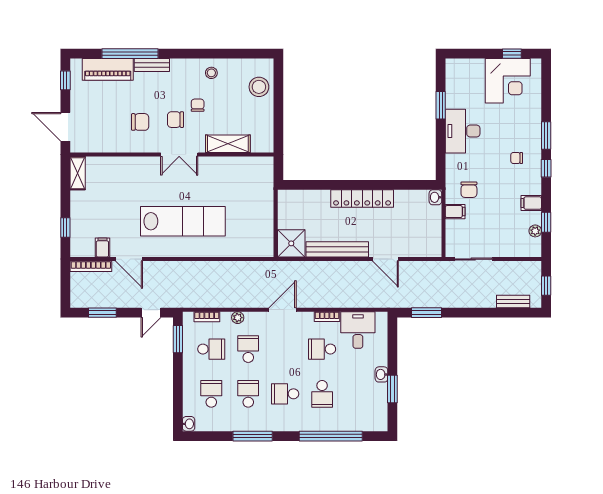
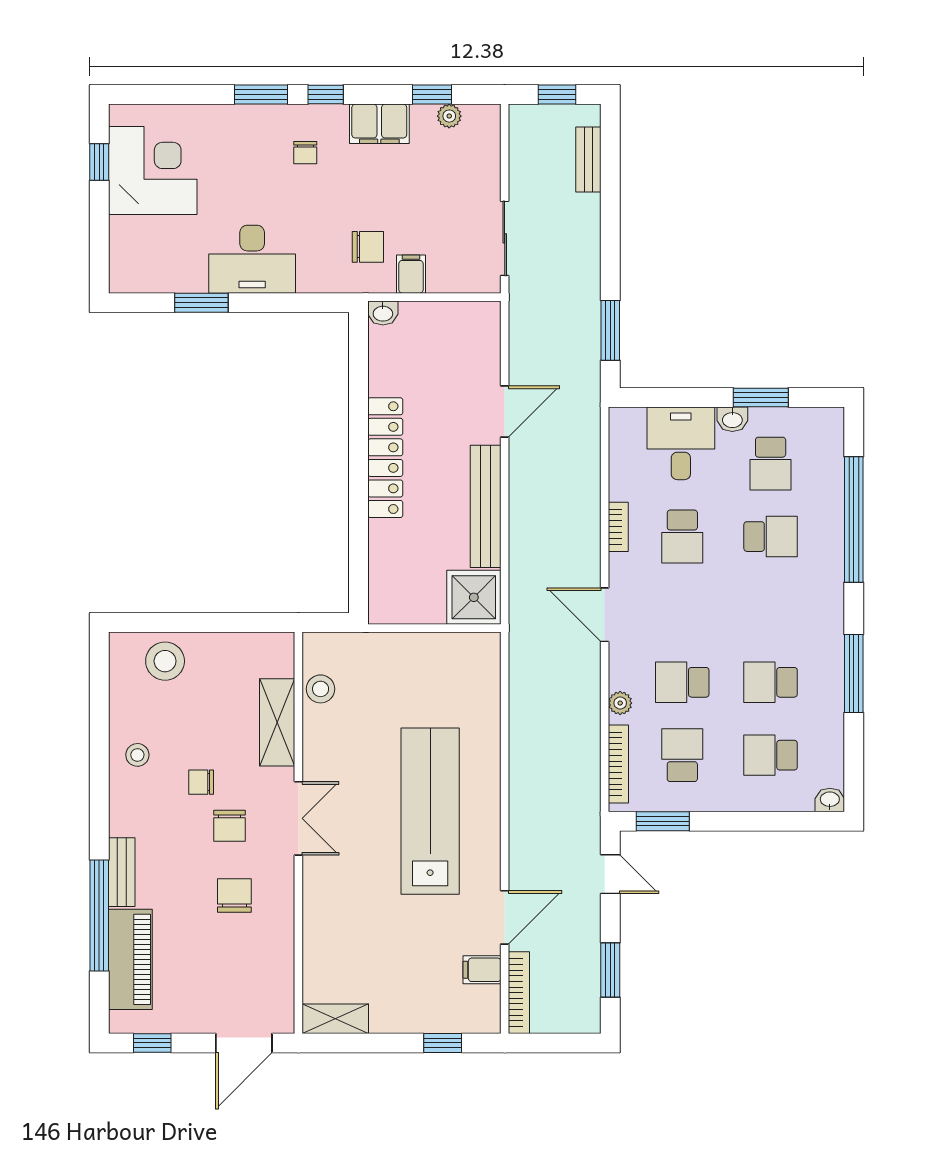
stool: (245, 166) -> (321, 689), added
filing cabinet: (531, 203) -> (379, 124), width x2.00
bookcase: (207, 317) -> (618, 764), width x1.56
desk: (358, 330) -> (681, 443), moved, turned 90
school desk: (285, 394) -> (771, 464), moved

